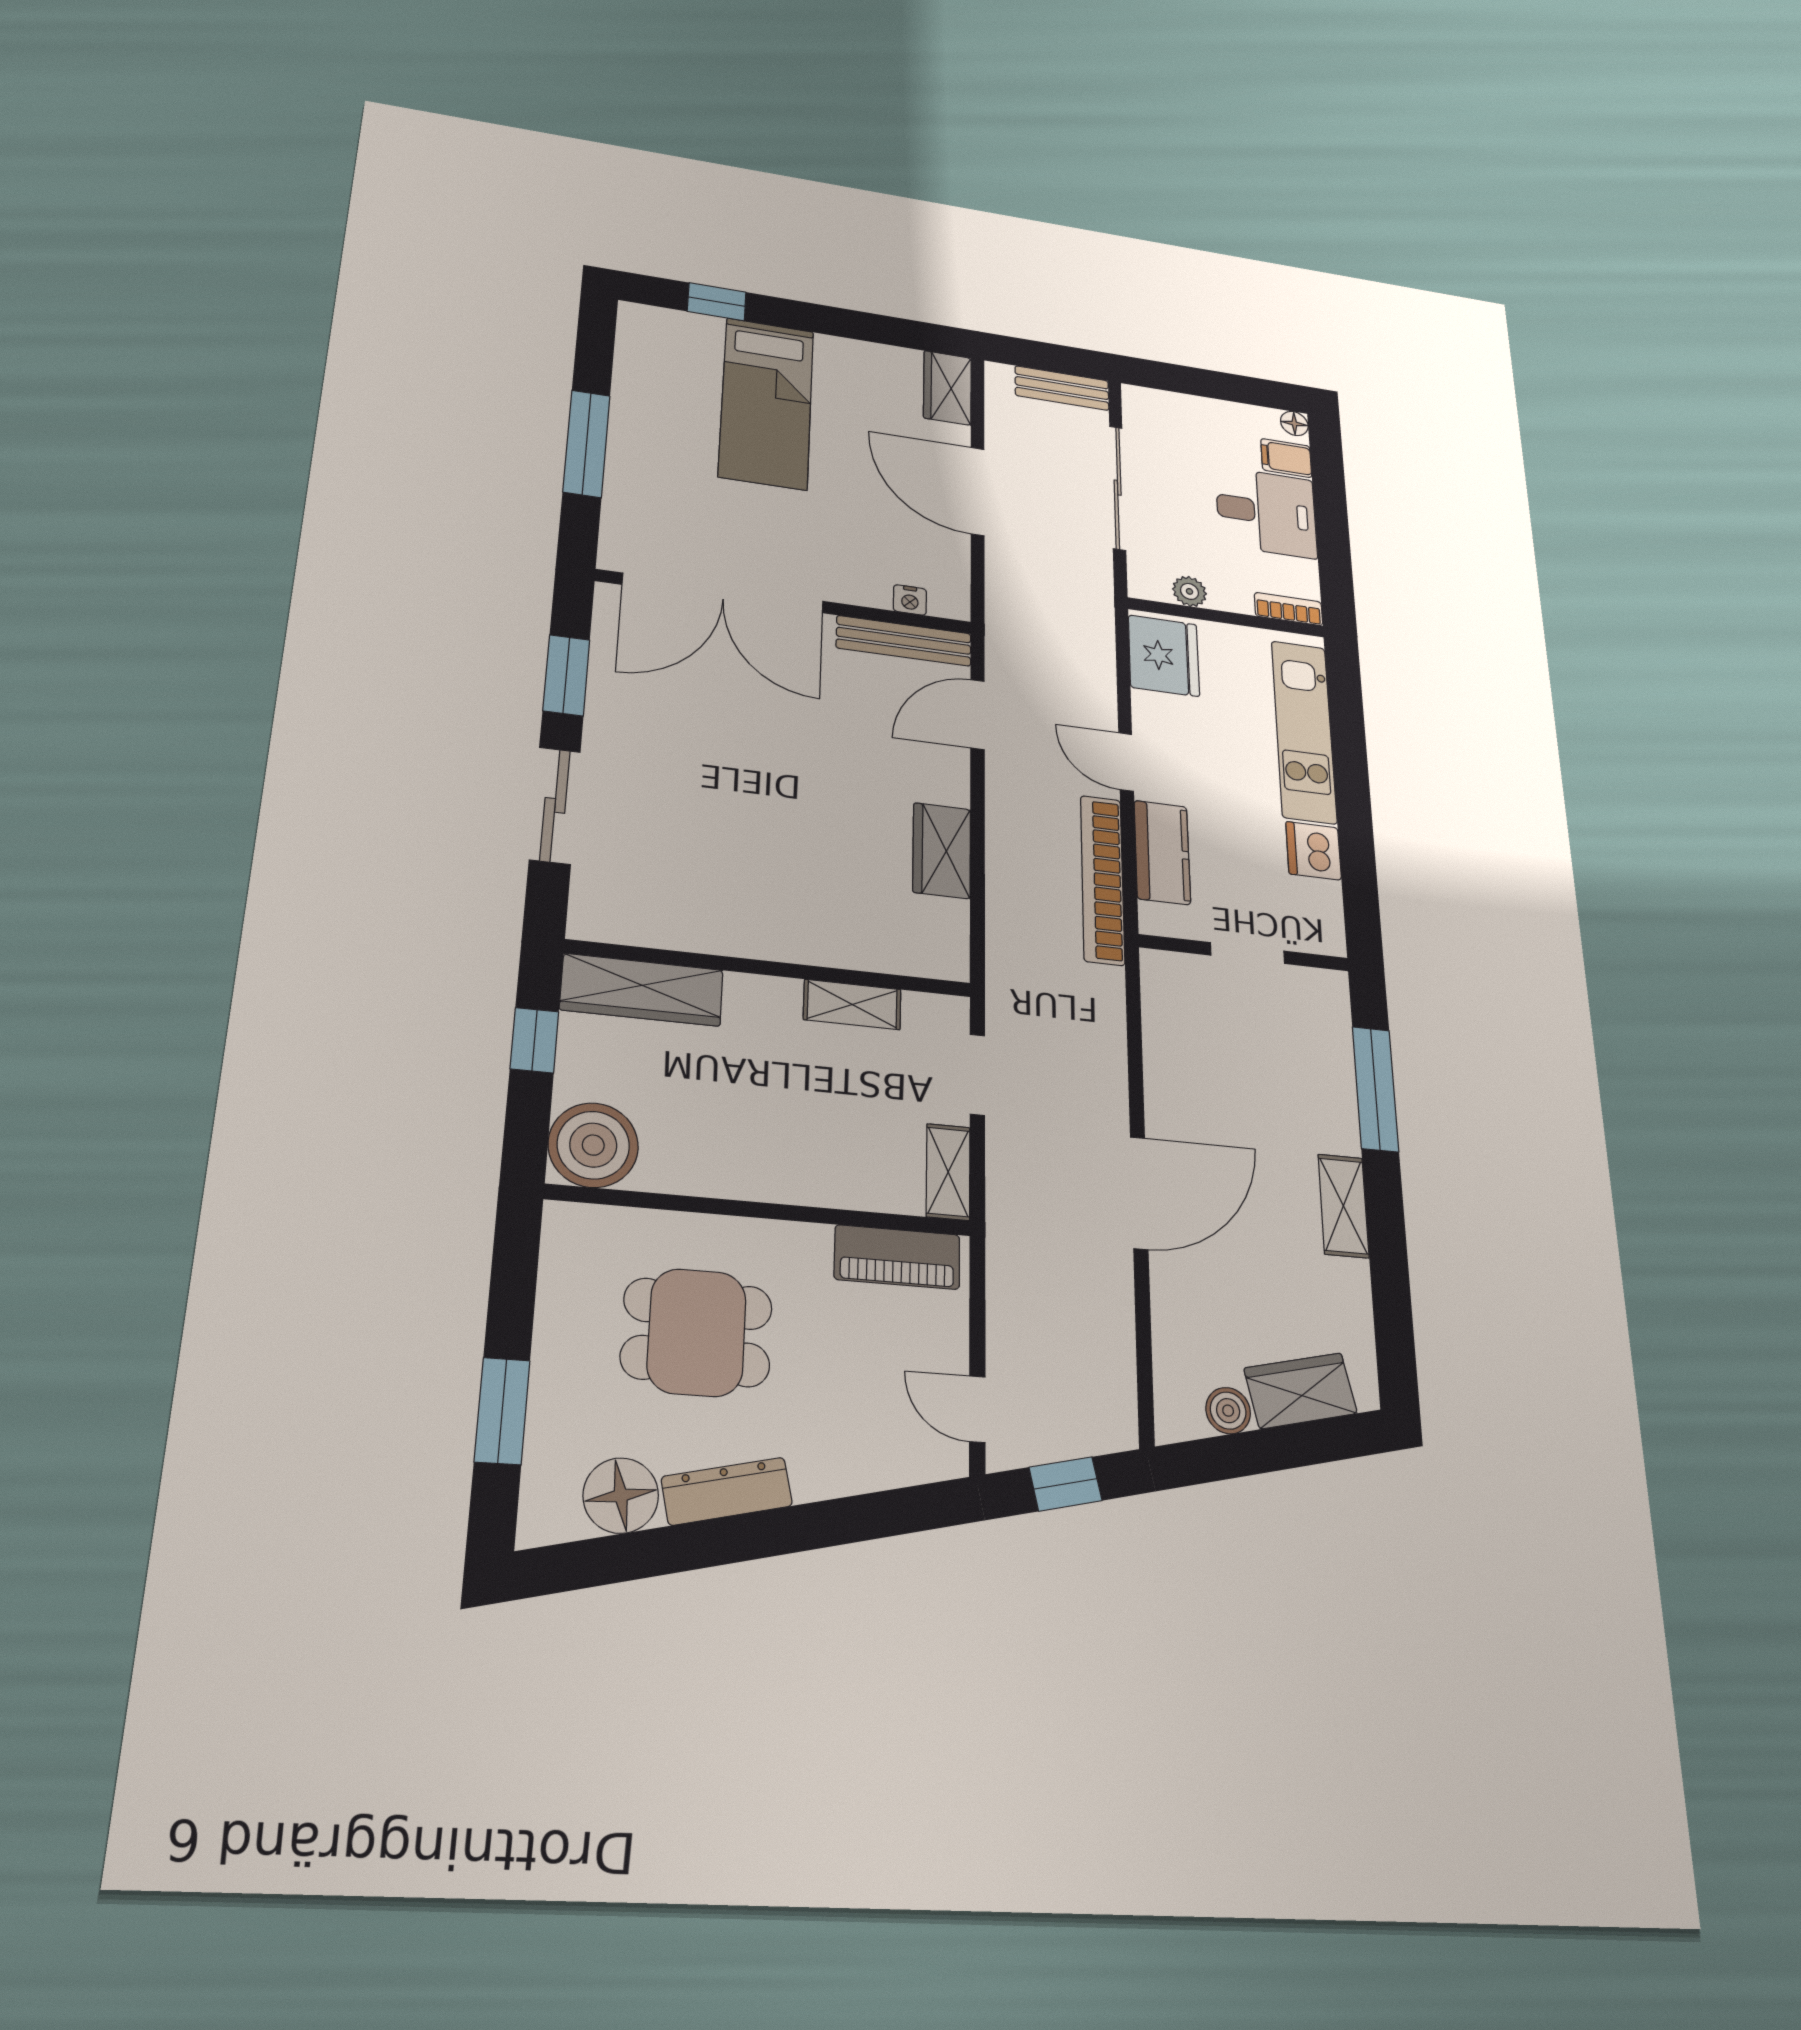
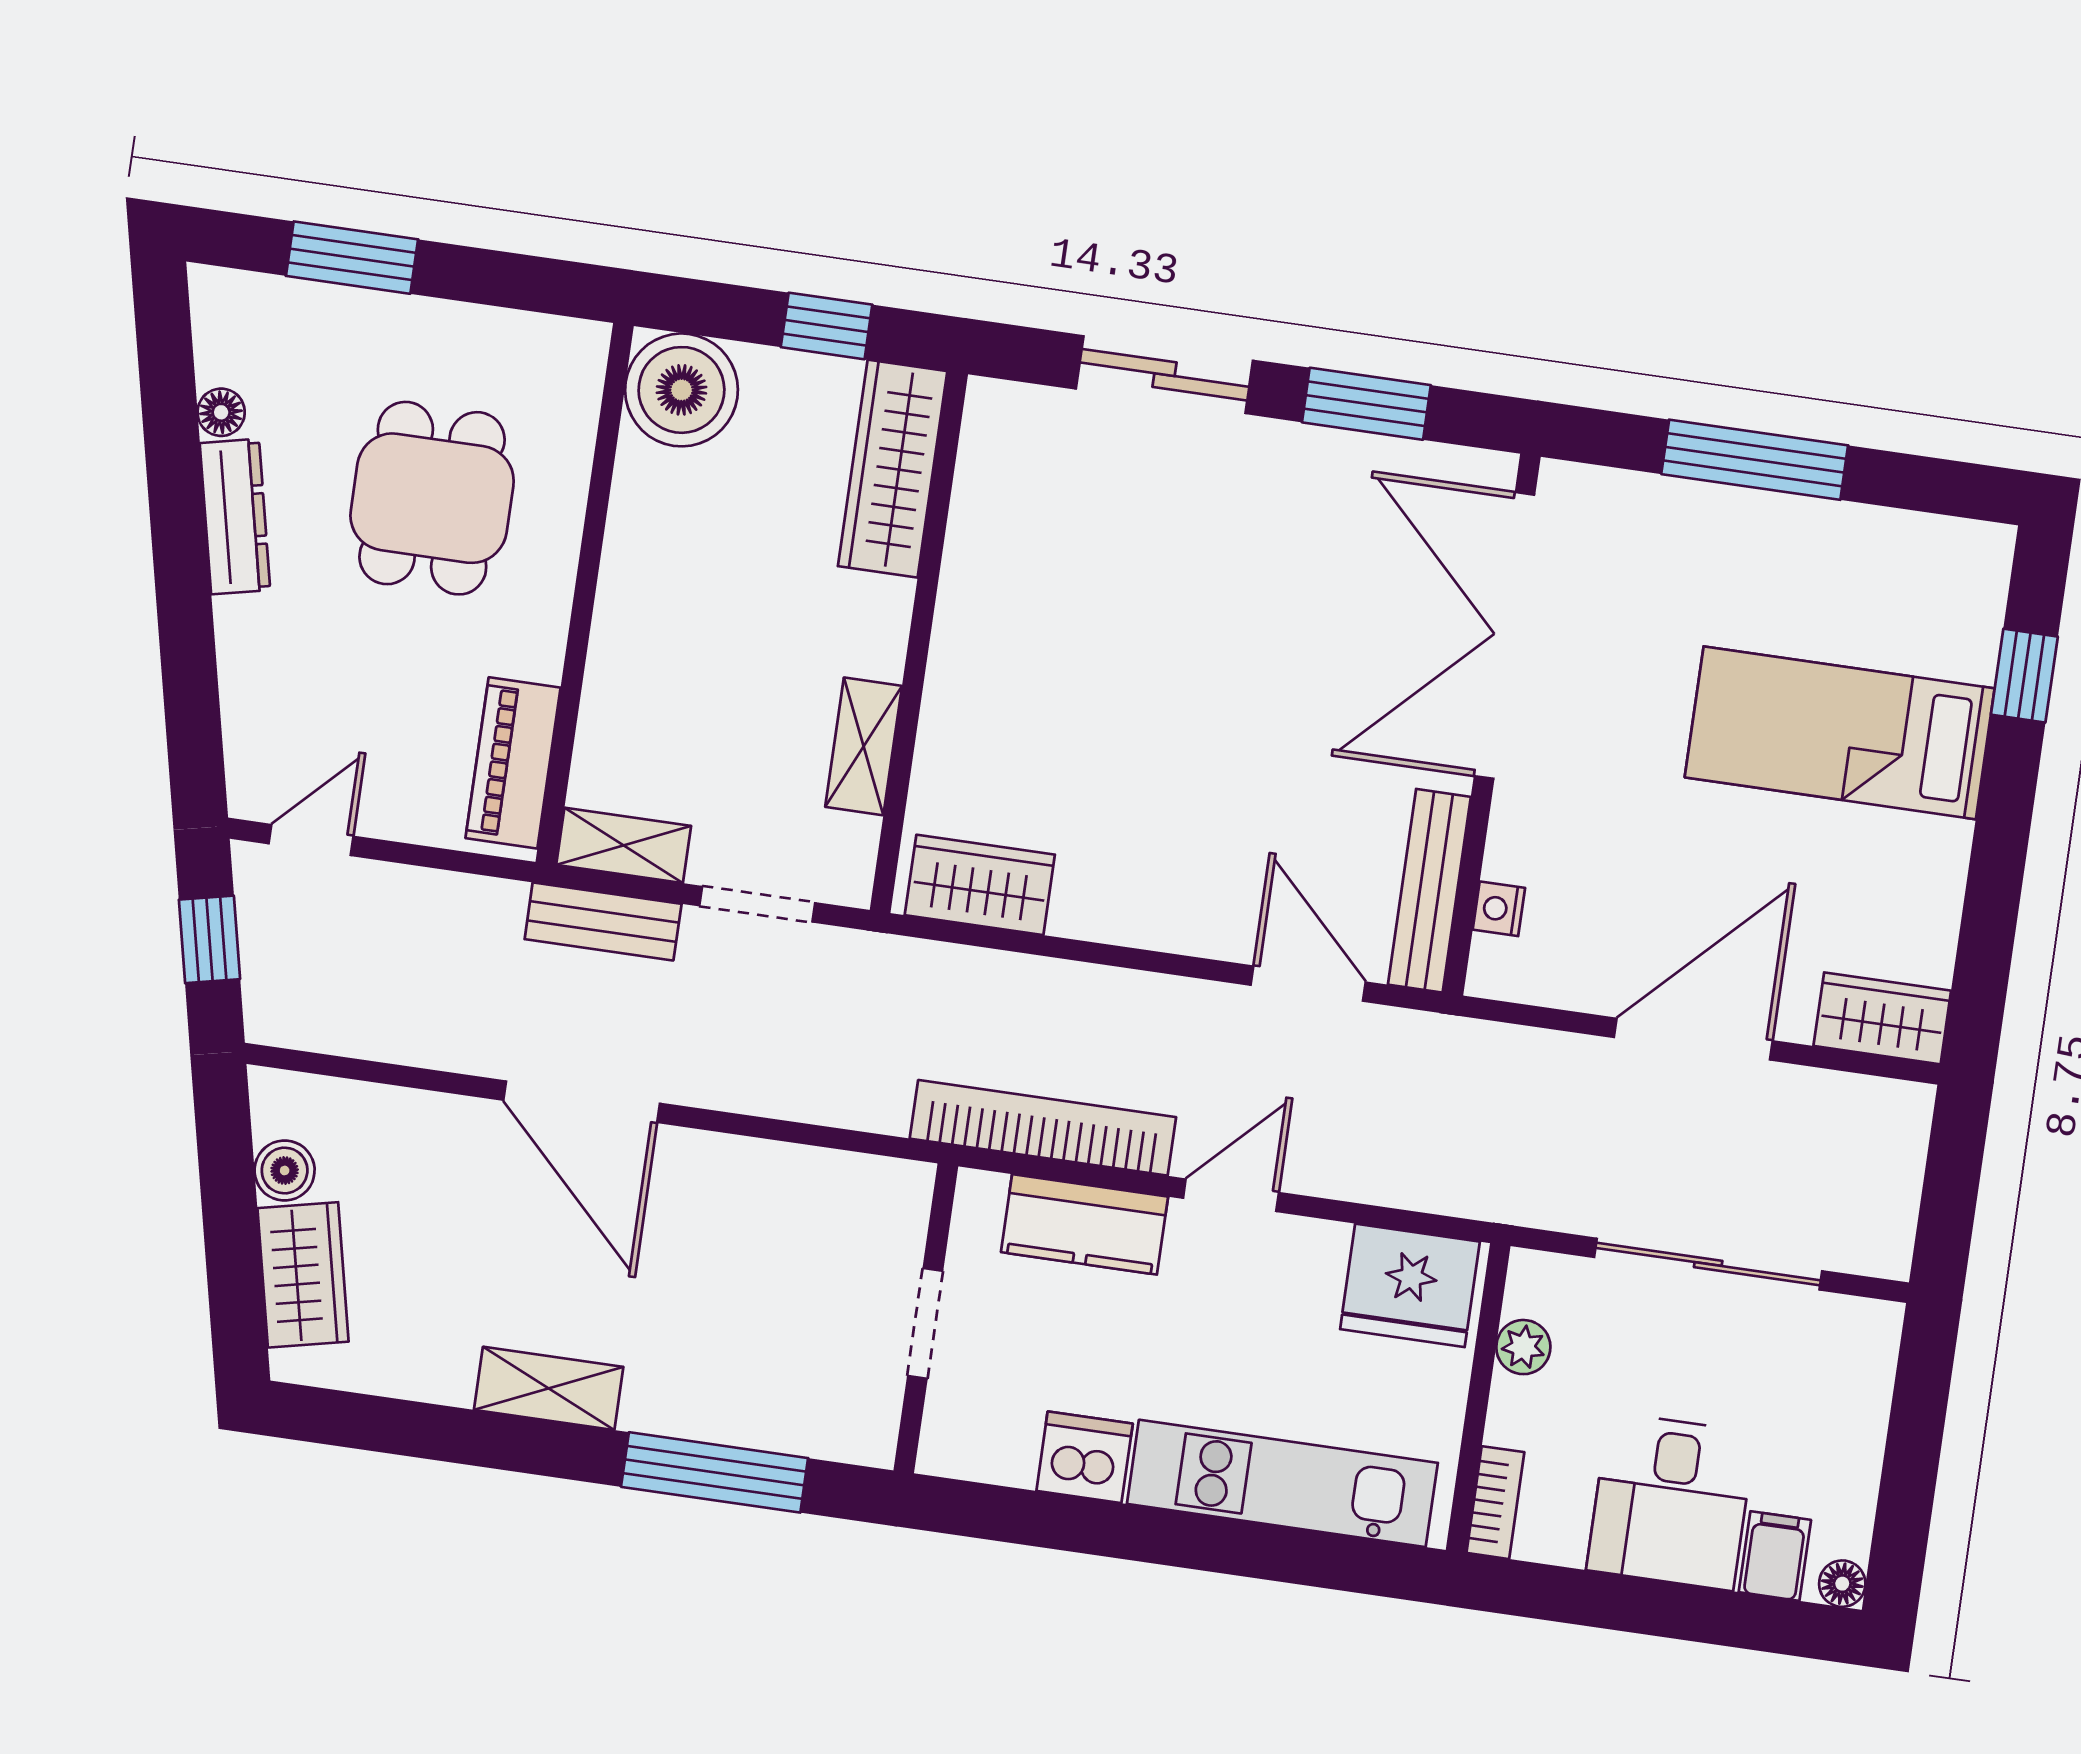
bench: (1062, 388) -> (603, 921), moved, turned 90
wardrobe: (942, 851) -> (980, 885), moved
floor lamp: (621, 1496) -> (221, 412), width x0.53, depth x0.53

